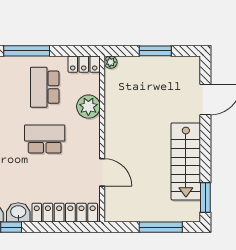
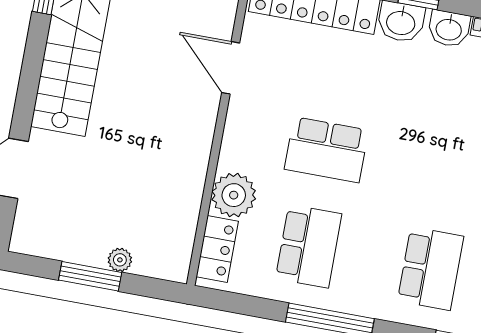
plant: (111, 62) -> (120, 260), moved
locker: (84, 64) -> (217, 249), moved, turned 90

